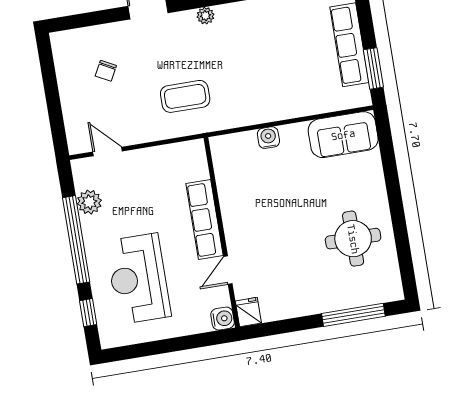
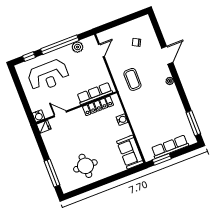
locker: (227, 184) -> (98, 106), added
row of seats: (205, 219) -> (95, 94), moved
reception desk: (138, 279) -> (48, 75), turned 180

